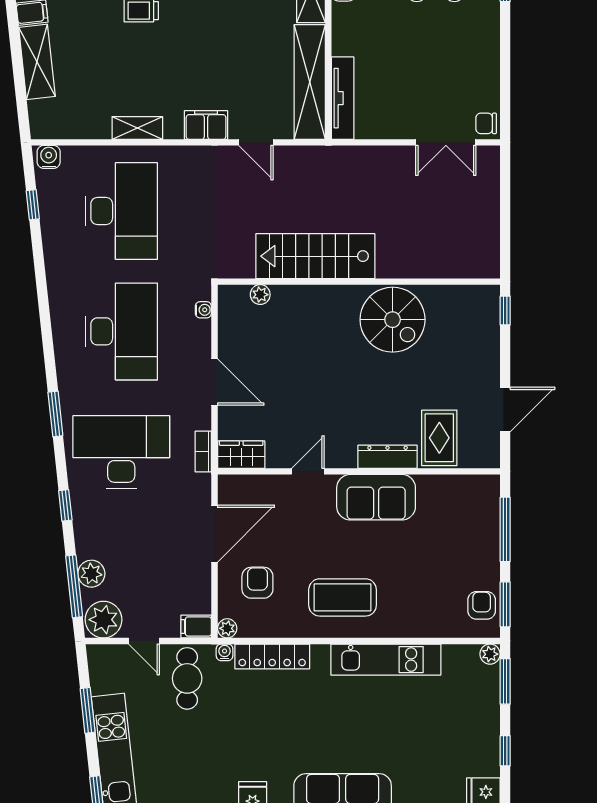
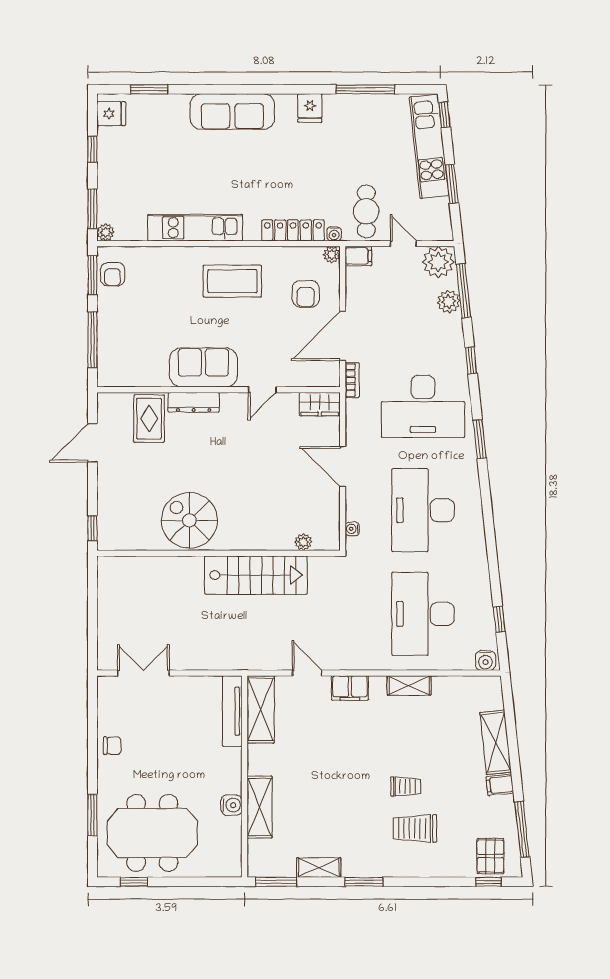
shelving: (310, 82) -> (261, 709), width x0.68
chair: (486, 123) -> (112, 746), moved
bookcase: (203, 452) -> (352, 380), moved

